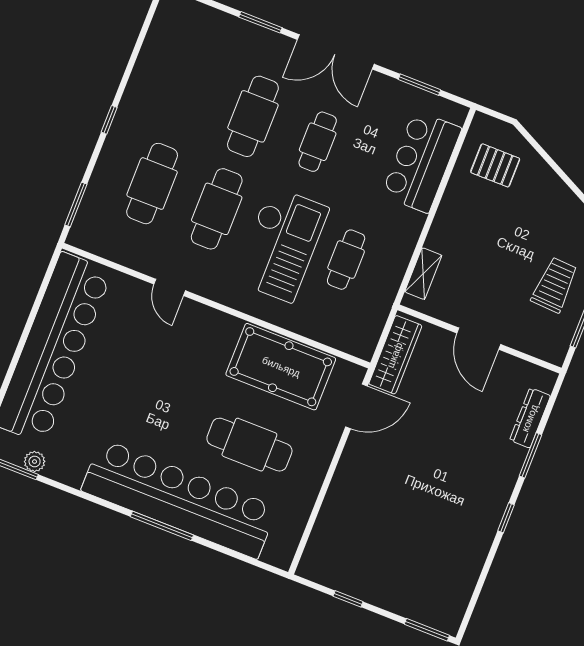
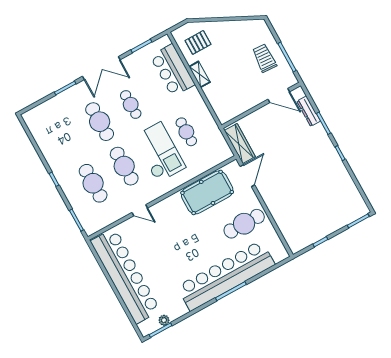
shelving: (423, 274) -> (200, 74), moved
door: (479, 339) -> (279, 96), moved
cafe table: (249, 445) -> (244, 224), moved

